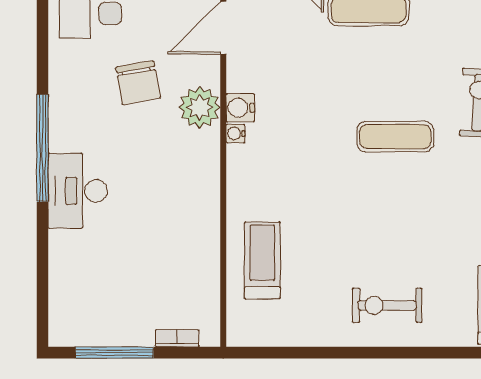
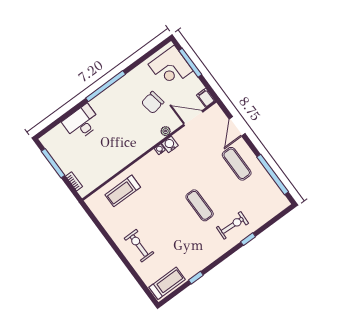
plant: (200, 107) -> (166, 131), width x0.53, depth x0.53
desk: (78, 191) -> (82, 123), moved
treadmill: (262, 260) -> (123, 191), turned 180

